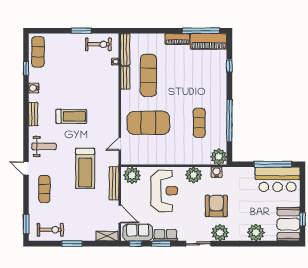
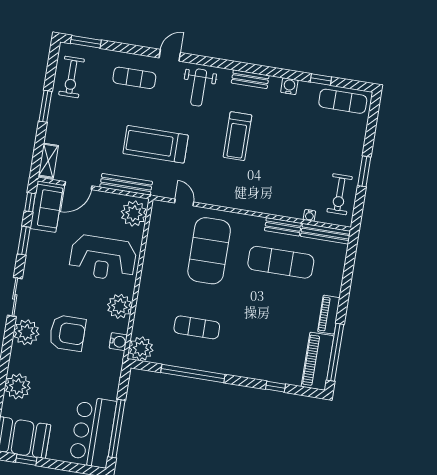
row of seats: (165, 235) -> (35, 249), removed

